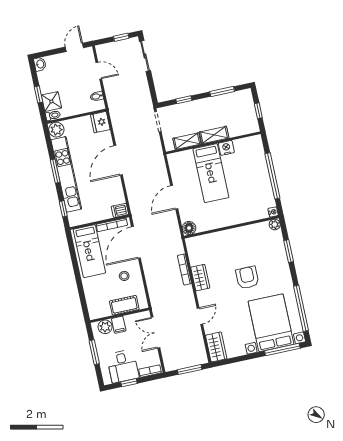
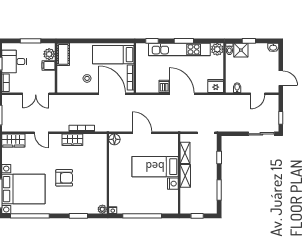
dishwasher: (120, 210) -> (164, 86), moved
cot: (124, 305) -> (63, 54), moved
double door: (155, 333) -> (36, 94), swing flipped

